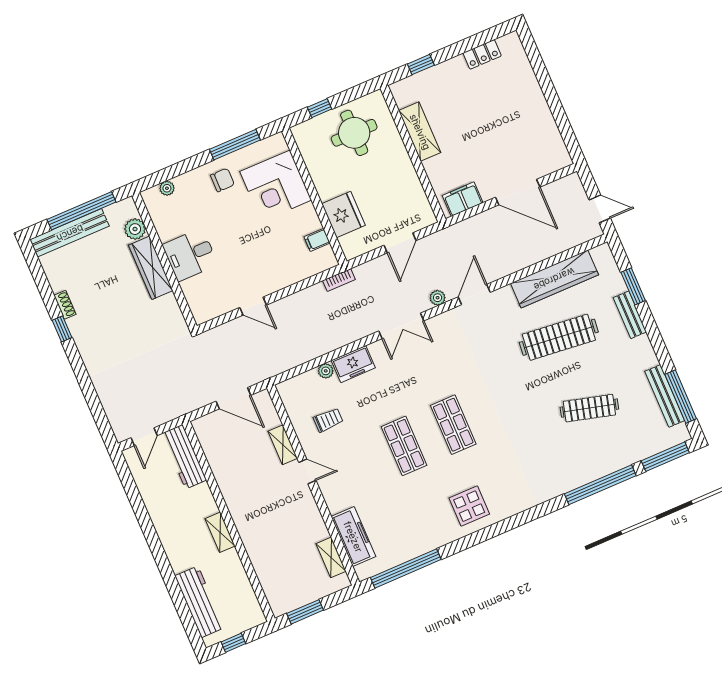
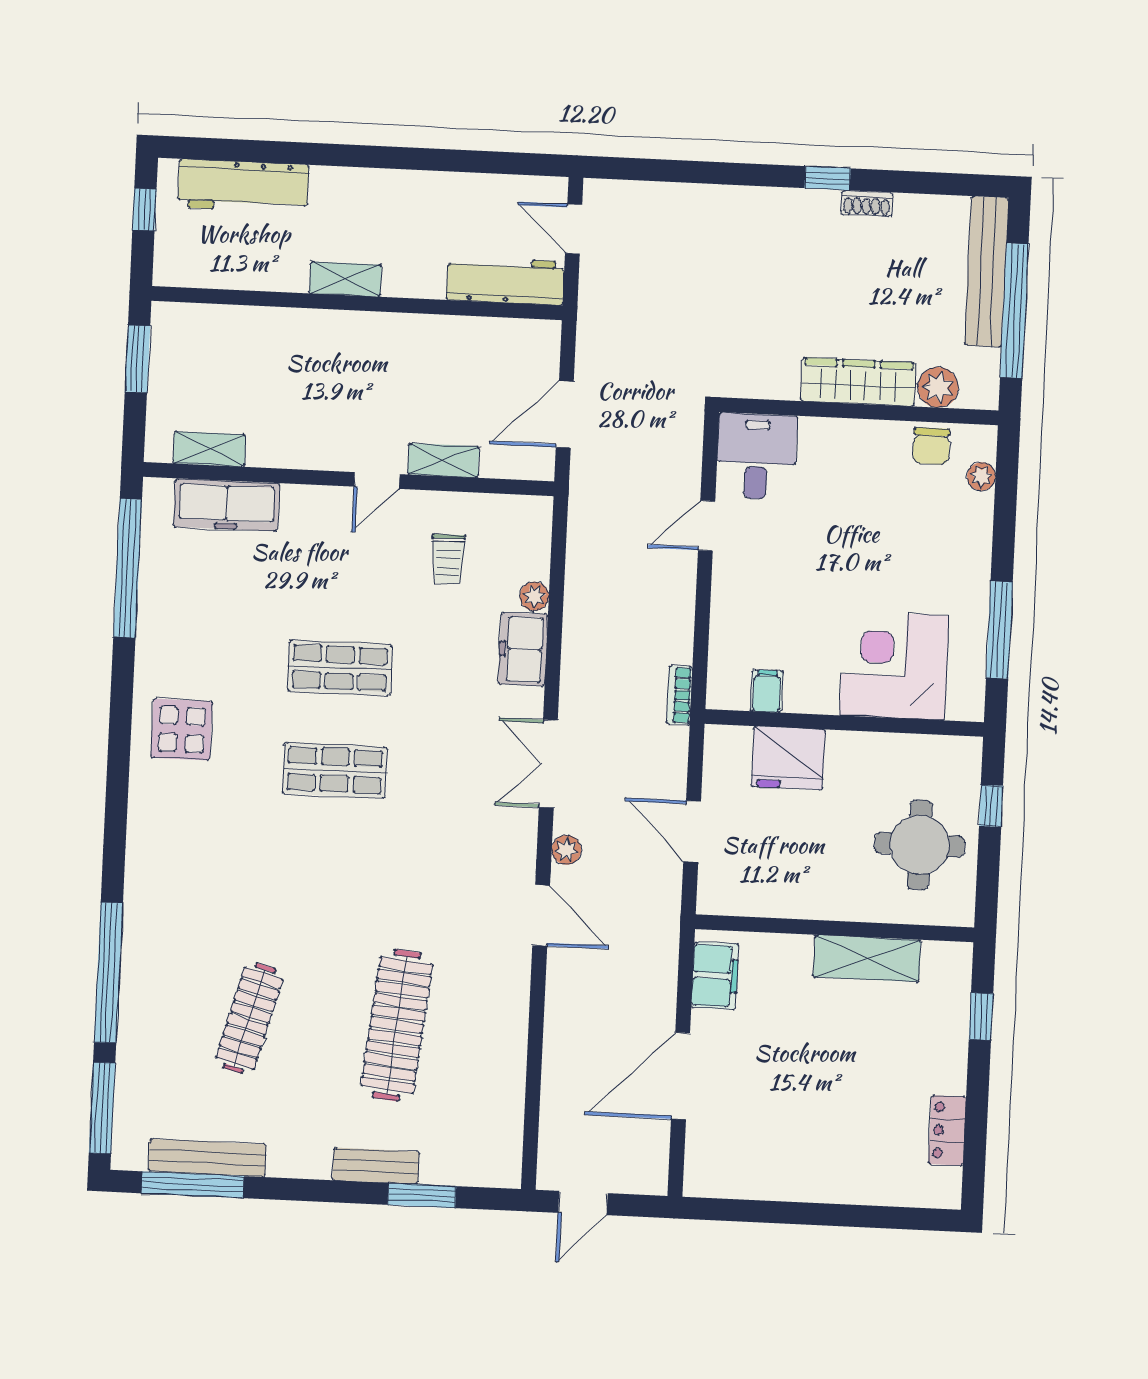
chair: (222, 180) -> (931, 446), moved
desk: (190, 255) -> (757, 456), moved
wardrobe: (554, 279) -> (501, 1066), removed

